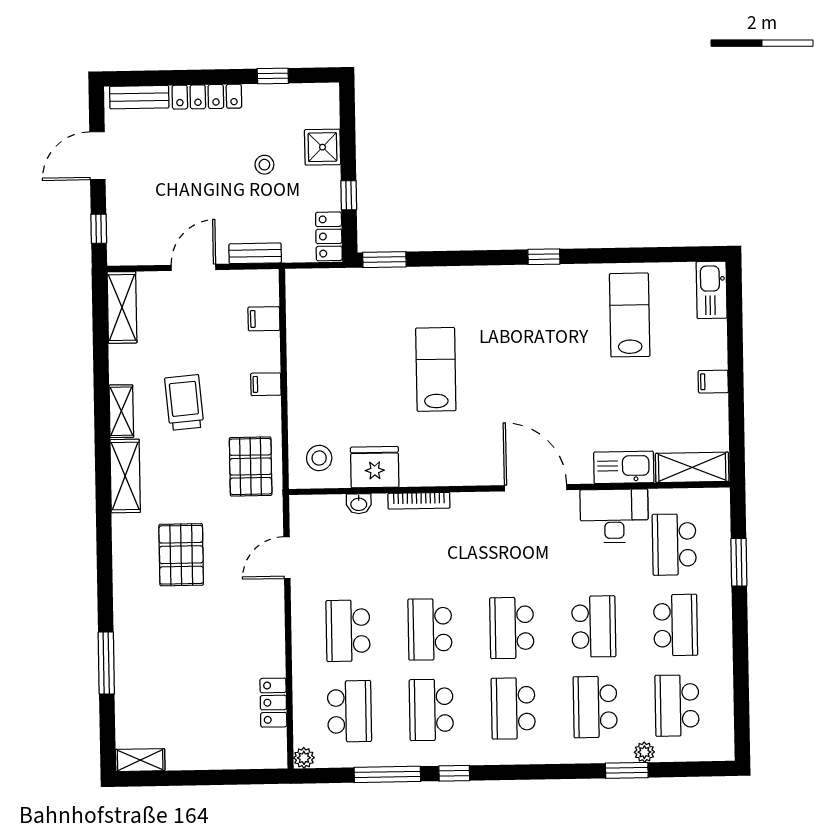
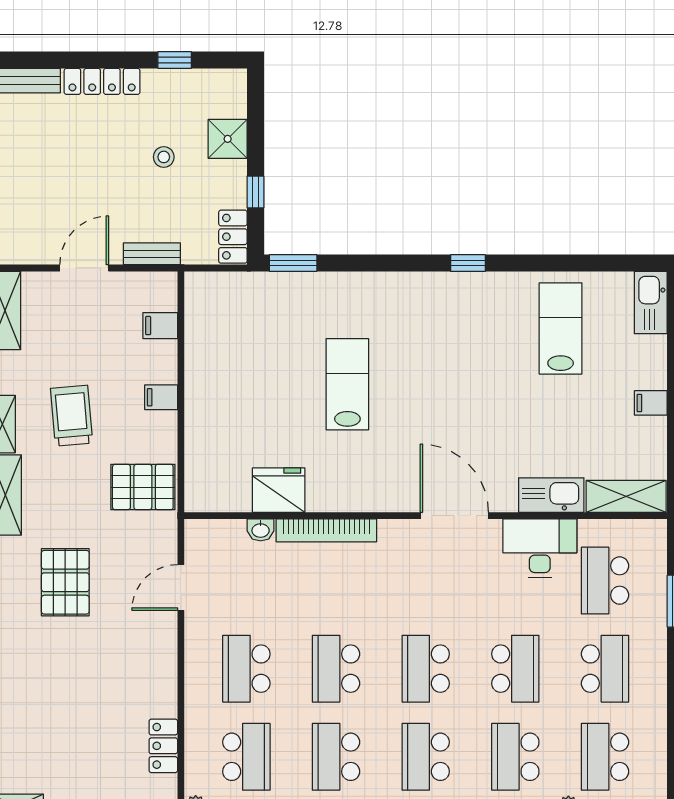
stool: (319, 458) -> (218, 479), removed
pallet: (251, 466) -> (143, 487), turned 90
bookcase: (419, 501) -> (326, 530), width x1.48, depth x1.31

